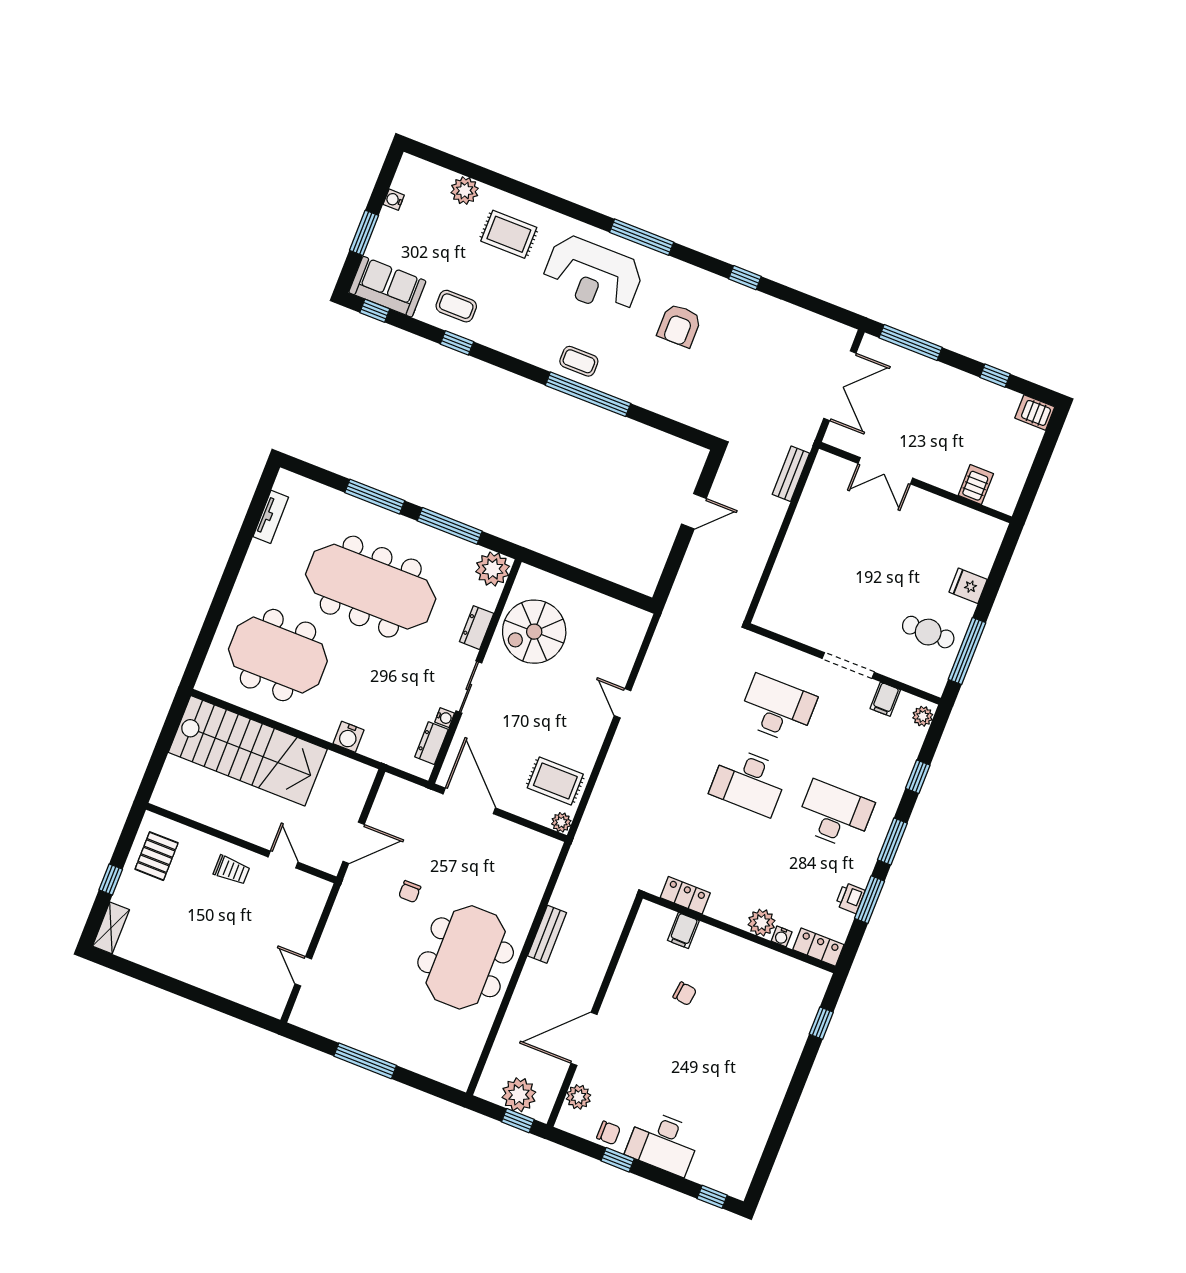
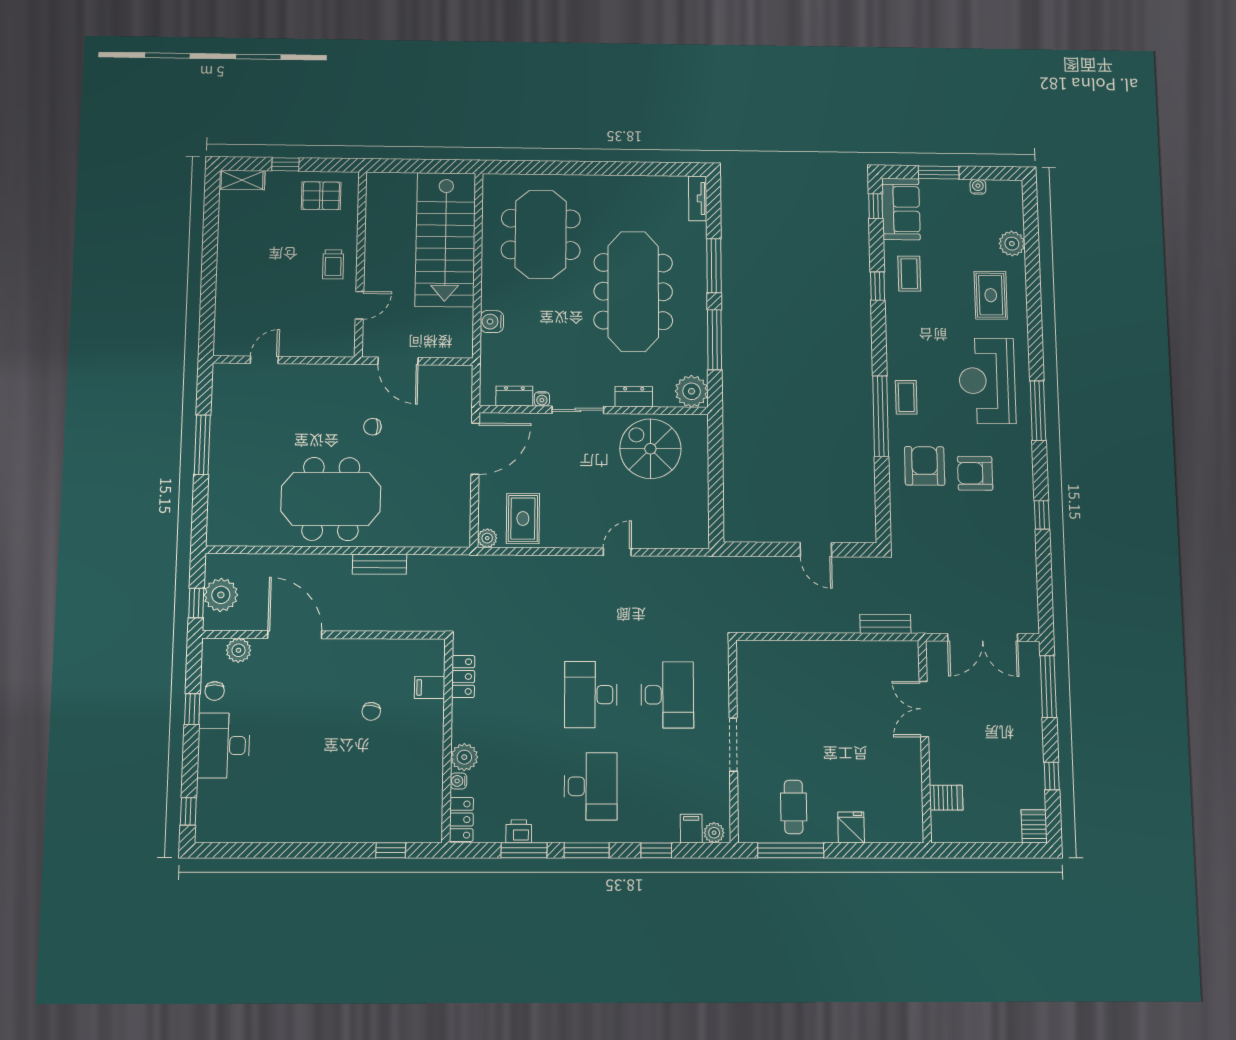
armchair: (653, 372) -> (925, 466), added
tv unit: (271, 517) -> (698, 198), moved, turned 90
filing cabinet: (885, 699) -> (691, 829), moved, turned 90

